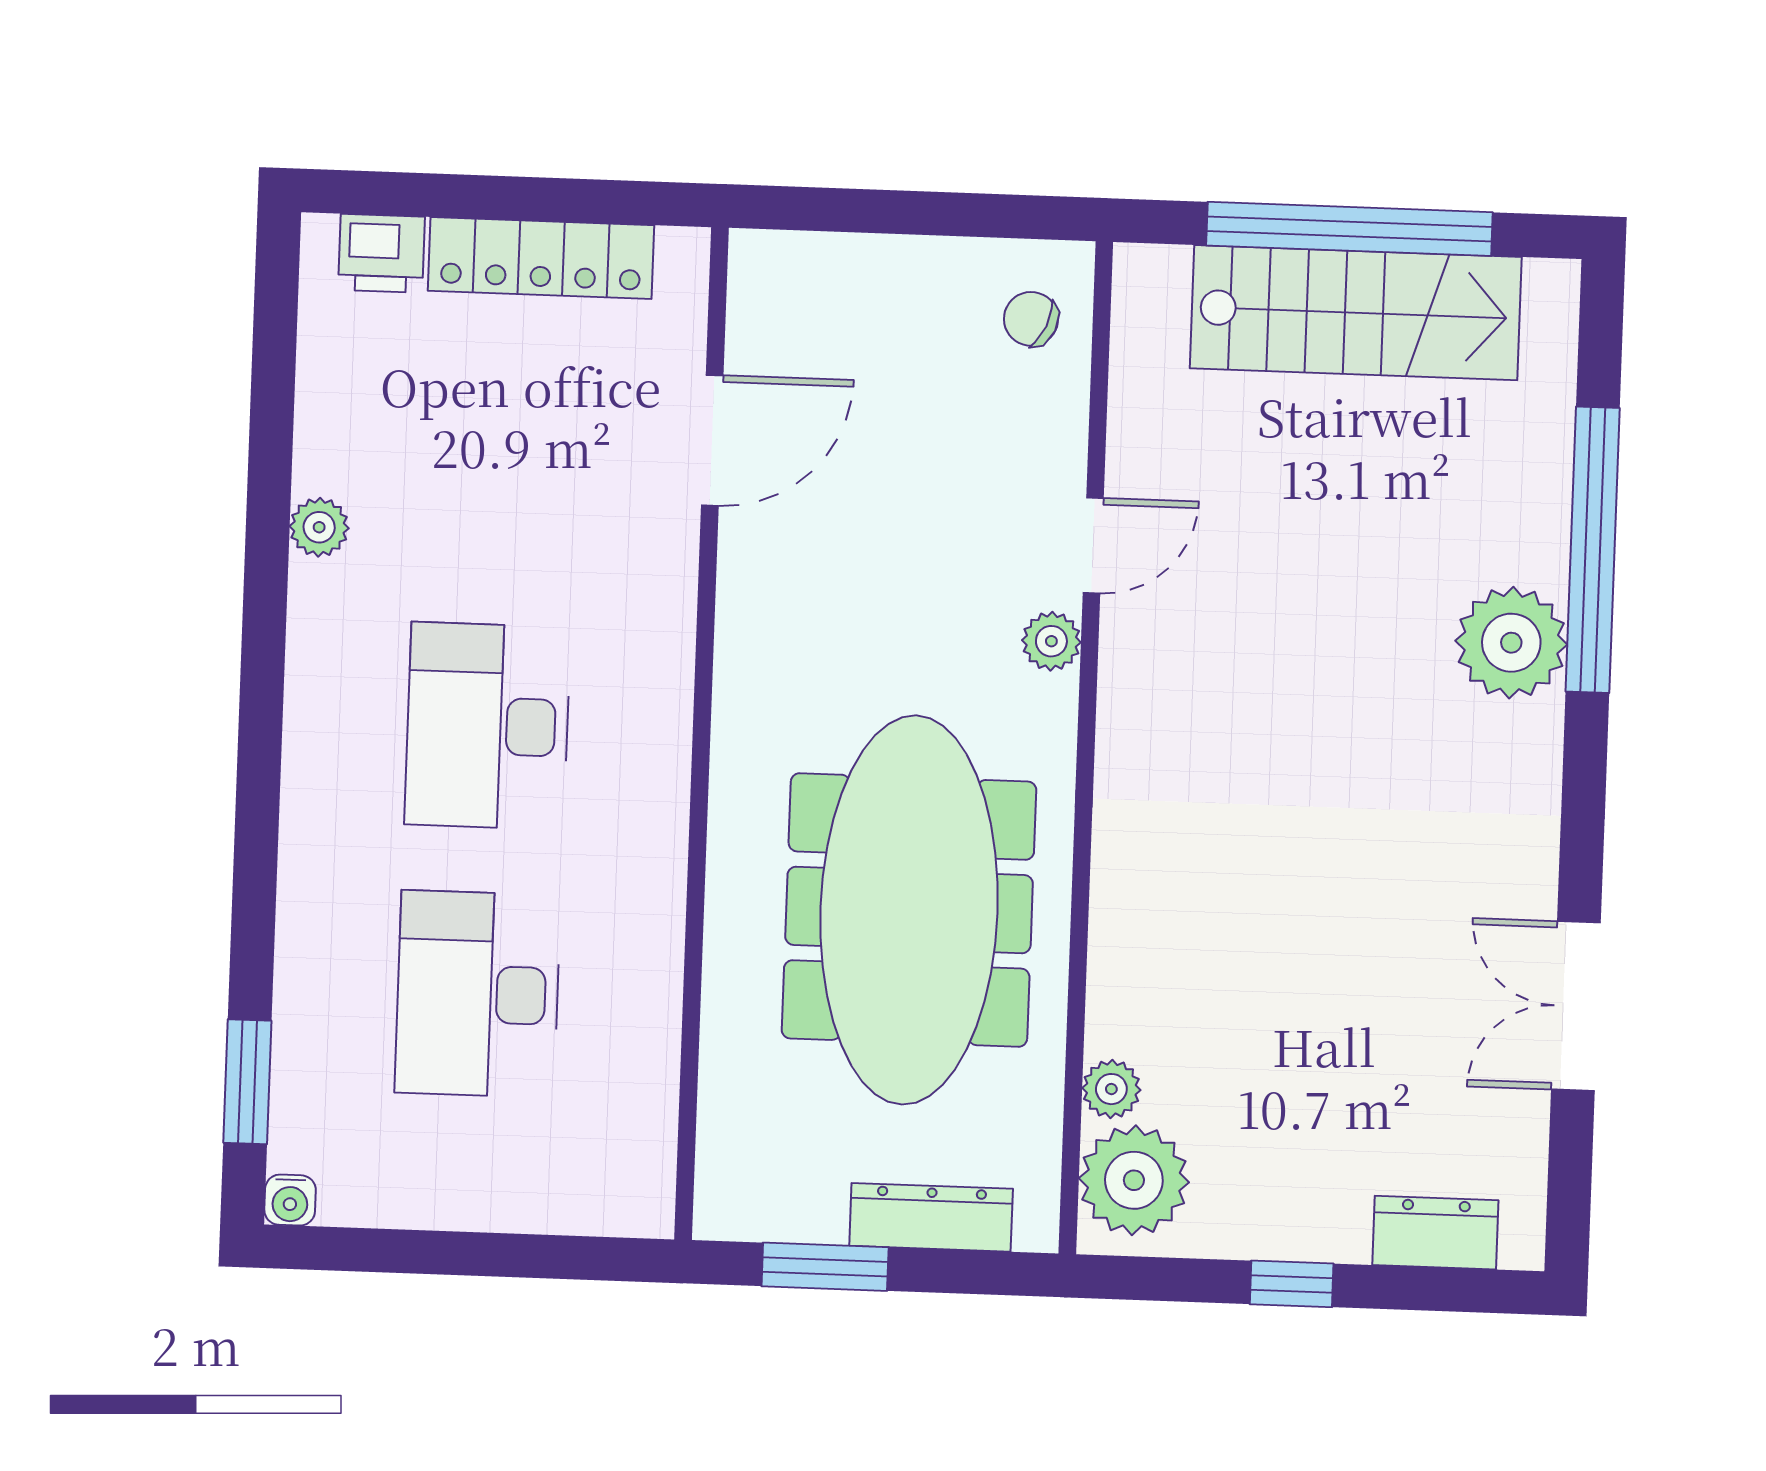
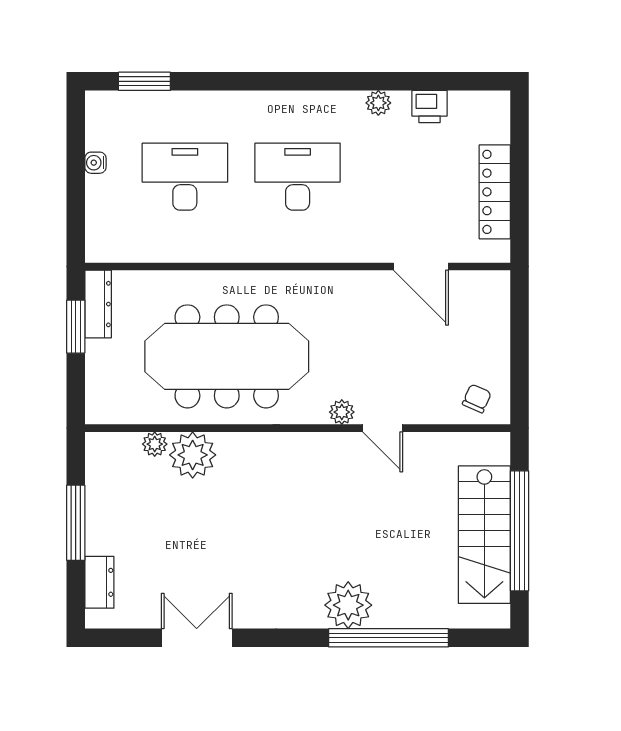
printer: (381, 253) -> (430, 106), moved, turned -90
plant: (1134, 1180) -> (193, 455), moved
water cooler: (290, 1200) -> (95, 163), moved
dresser: (931, 1217) -> (98, 304), moved
window: (1292, 1284) -> (76, 523), width x2.17

